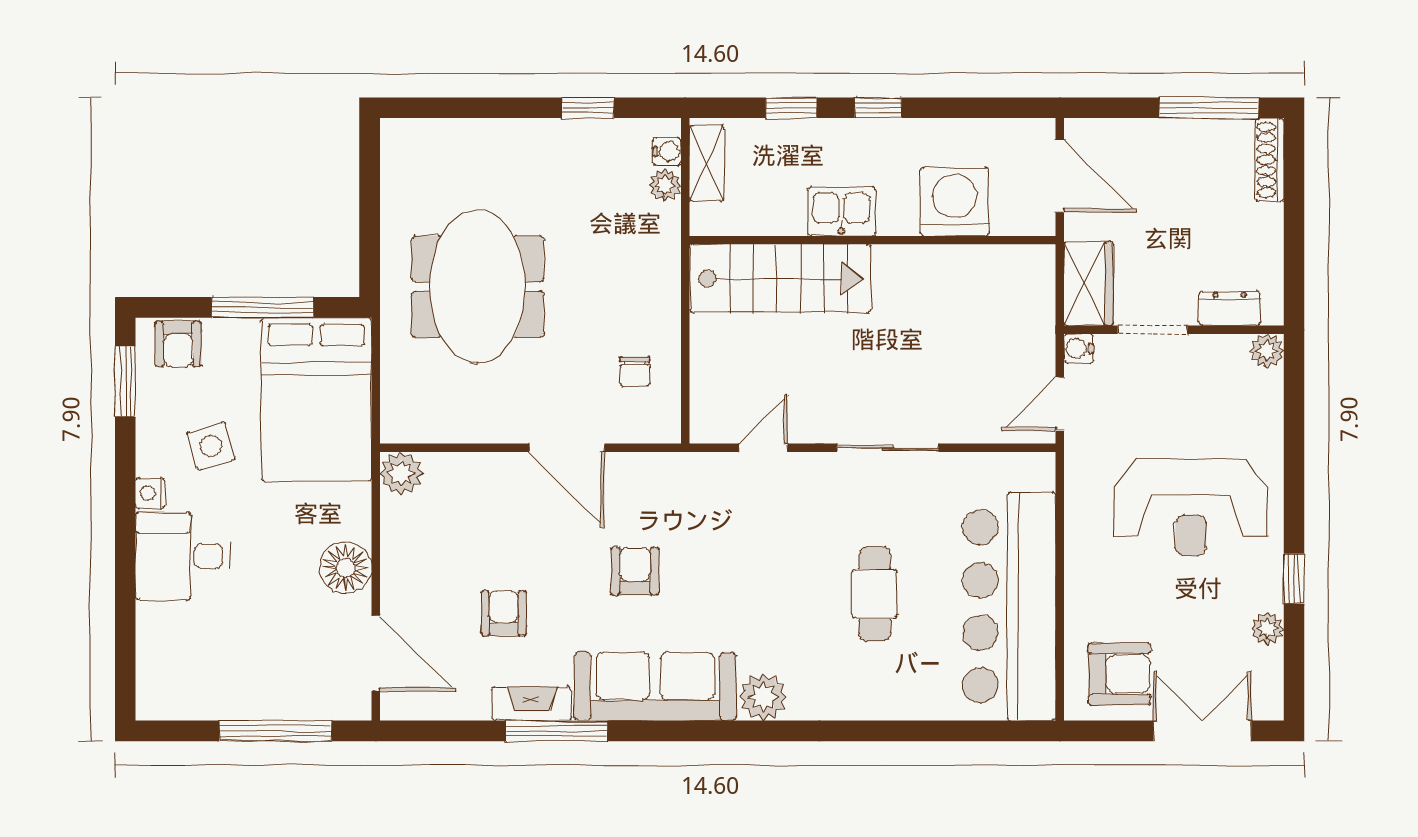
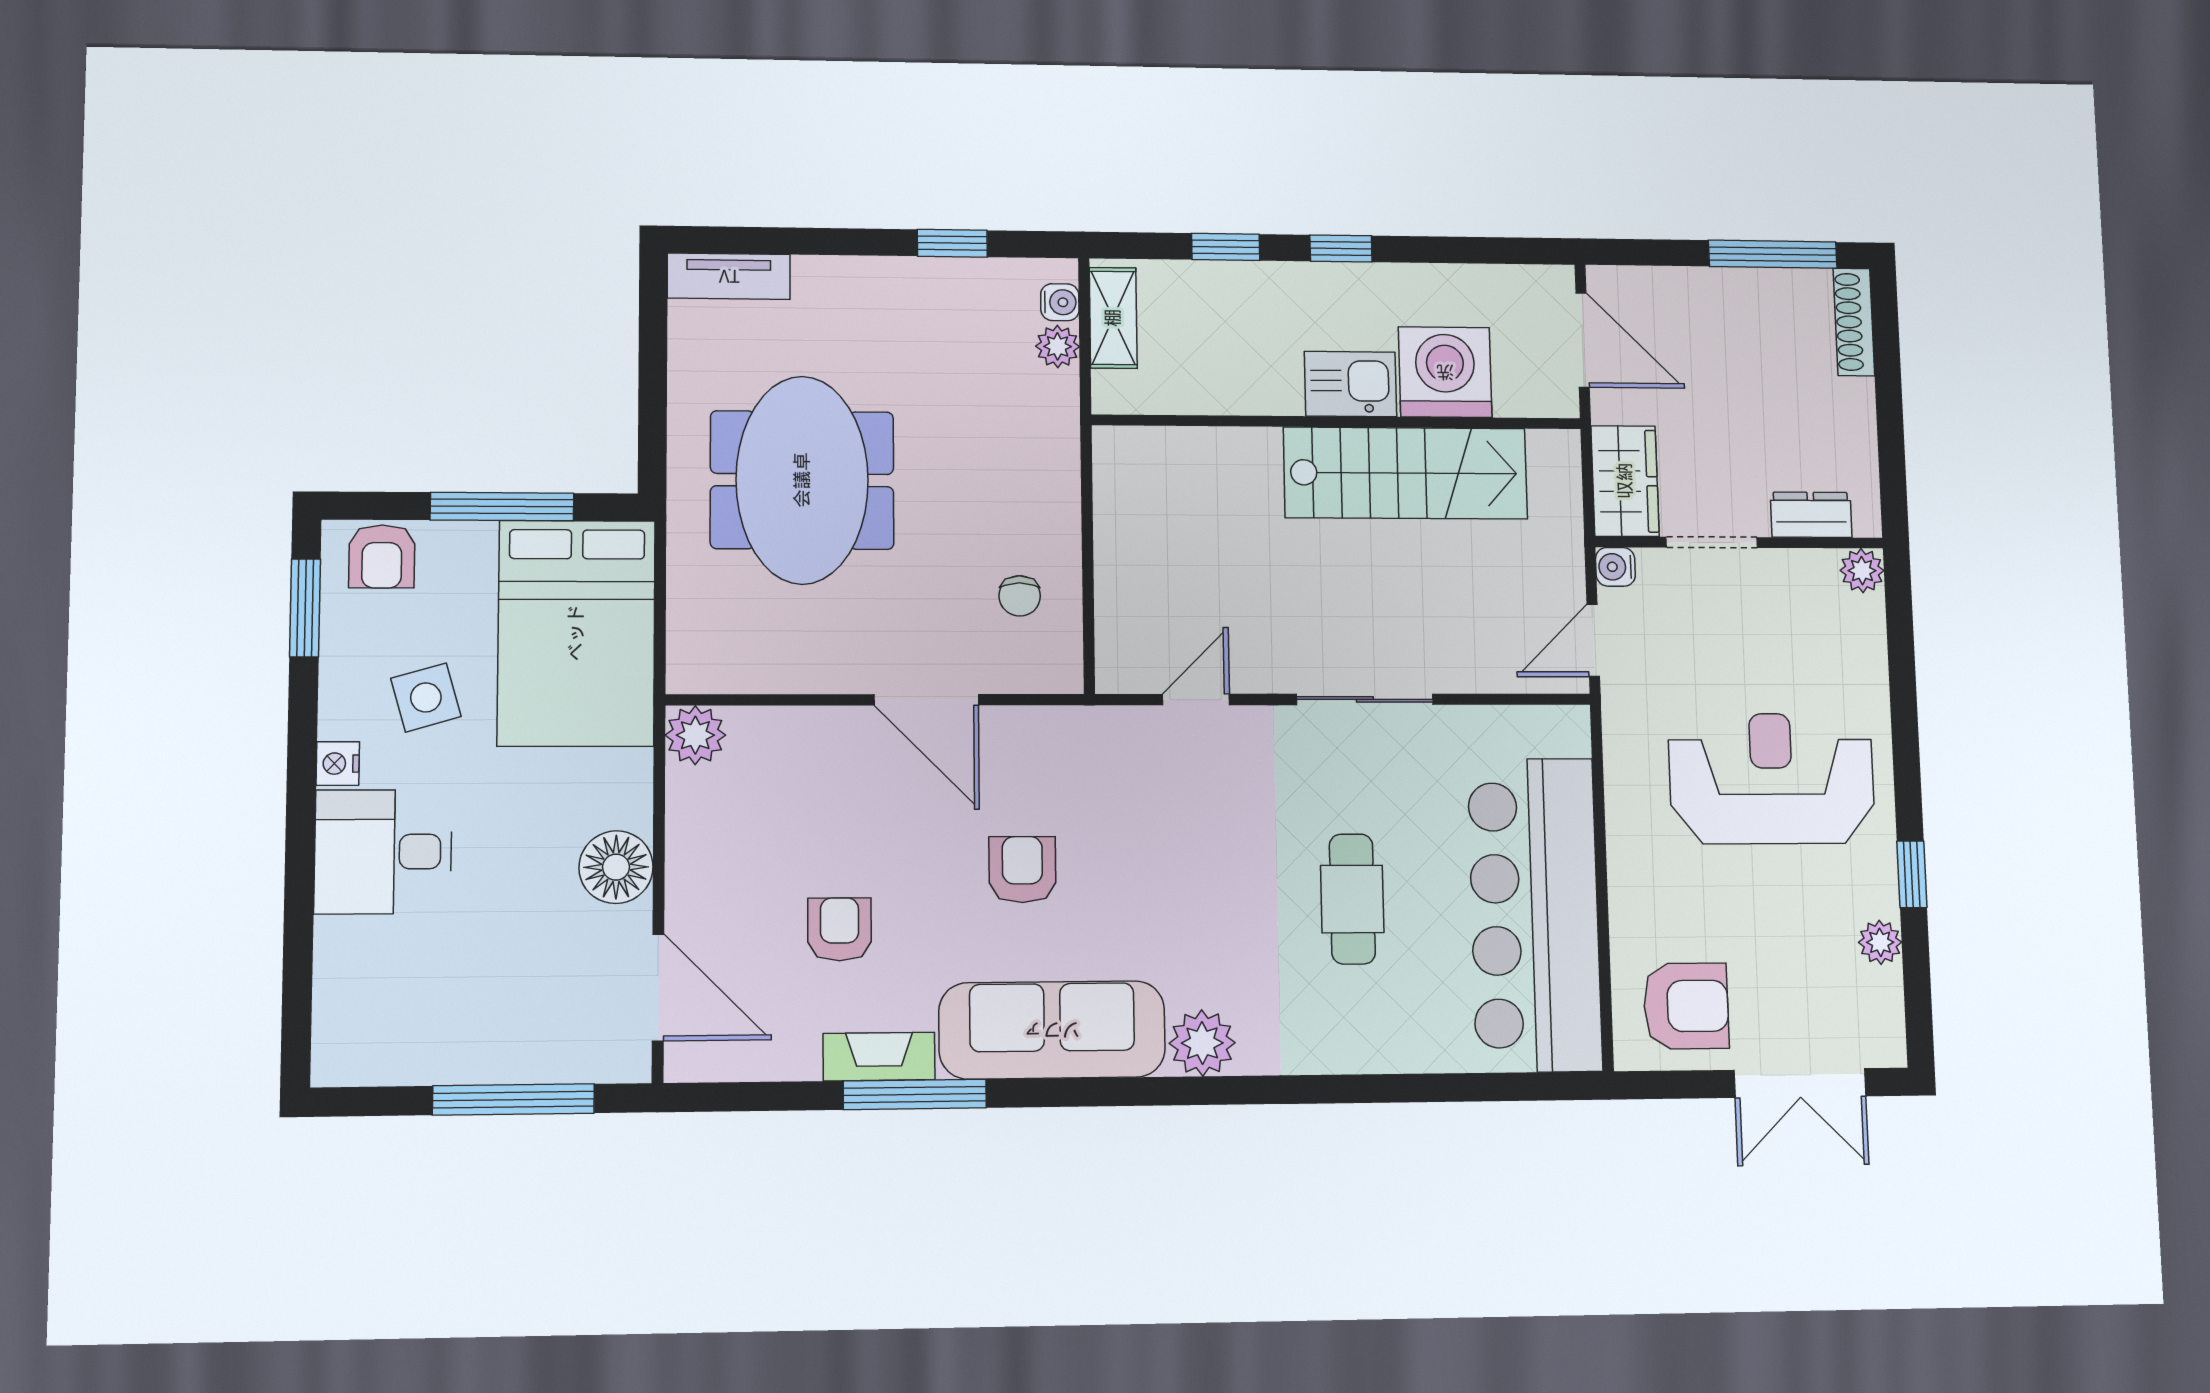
tv unit: (424, 135) -> (729, 276), added
kitchen sink: (841, 211) -> (1351, 384), moved
stairs: (780, 278) -> (1406, 473), moved
reception desk: (1191, 507) -> (1772, 779), turned 180
double door: (1202, 731) -> (1800, 1083), swing flipped

